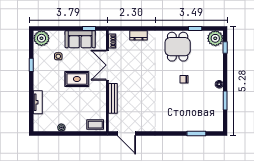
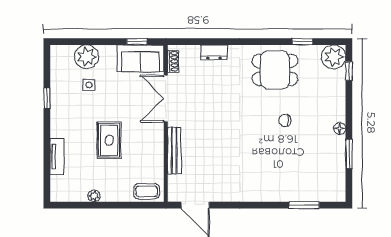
plant: (41, 38) -> (87, 57), moved
sofa: (80, 39) -> (140, 58), moved
dining table: (178, 47) -> (275, 70), turned 90
rug: (77, 79) -> (109, 140), moved, turned 90

